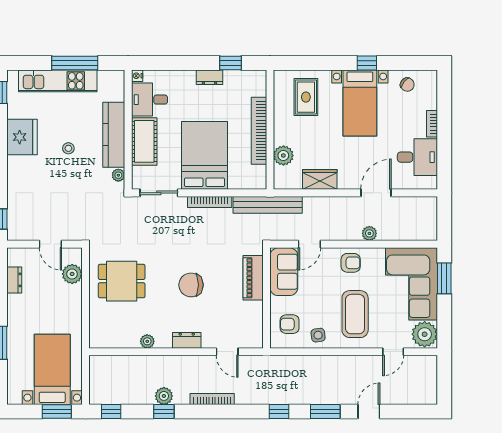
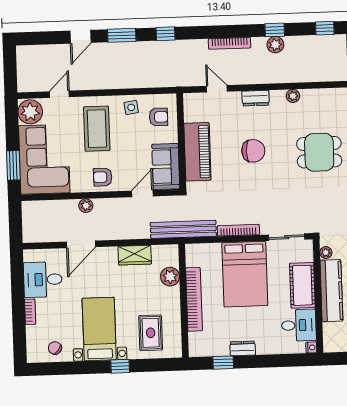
window: (367, 63) -> (120, 366), moved
piano: (253, 278) -> (197, 152), width x1.37, depth x1.33

